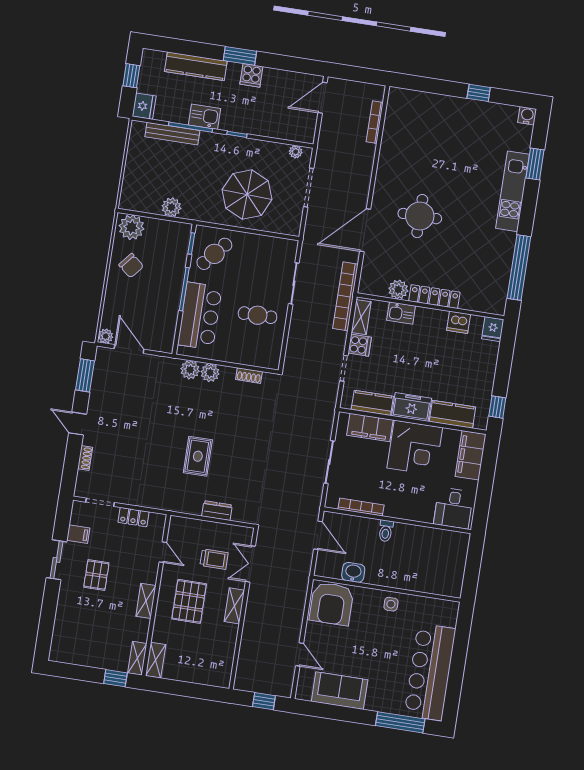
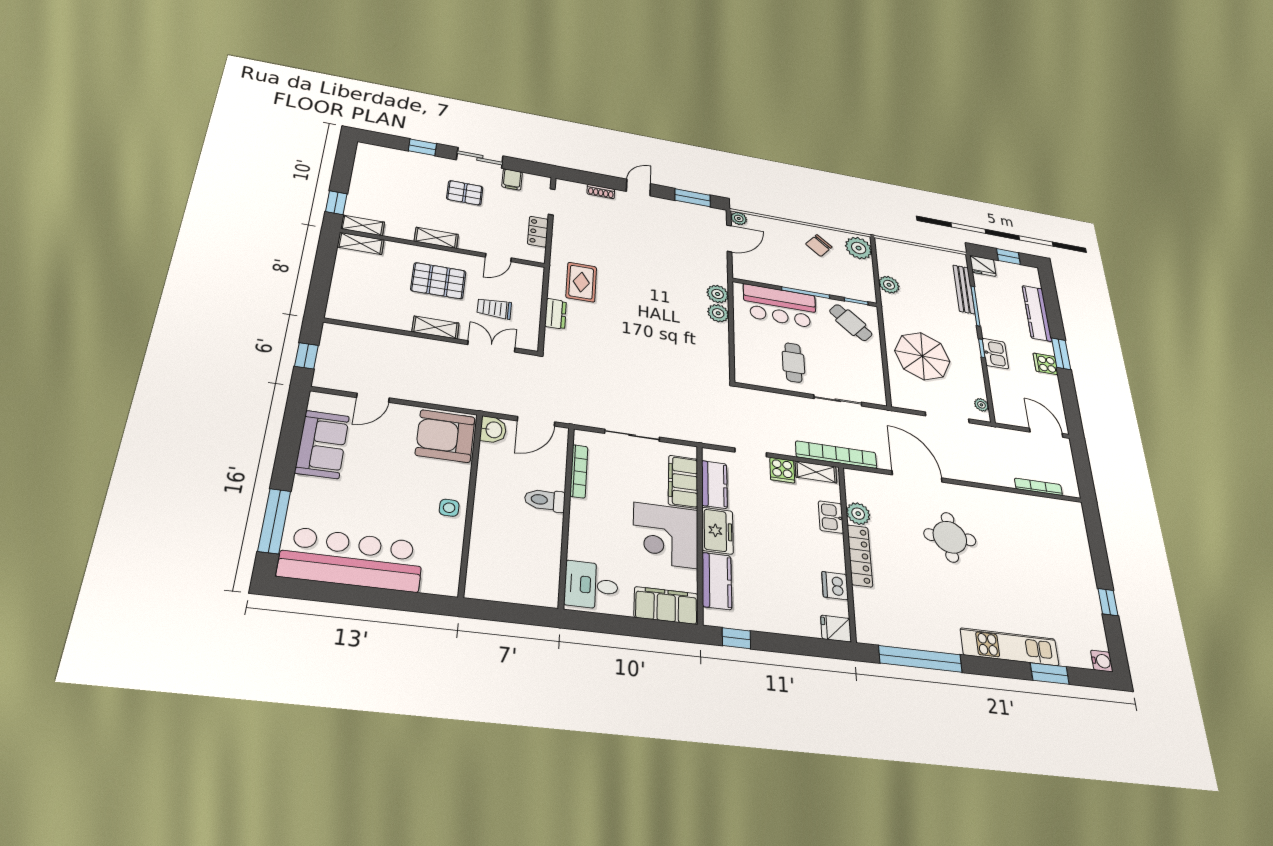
kitchen sink: (205, 117) -> (995, 354), moved
shoe rack: (249, 376) -> (722, 352), removed
rug: (198, 456) -> (581, 282), moved, turned 90
toilet: (386, 531) -> (545, 500), width x1.37, depth x1.39
trolley: (214, 559) -> (494, 308), turned 90
washbasin: (353, 572) -> (493, 430), moved
window: (49, 607) -> (422, 147), added

